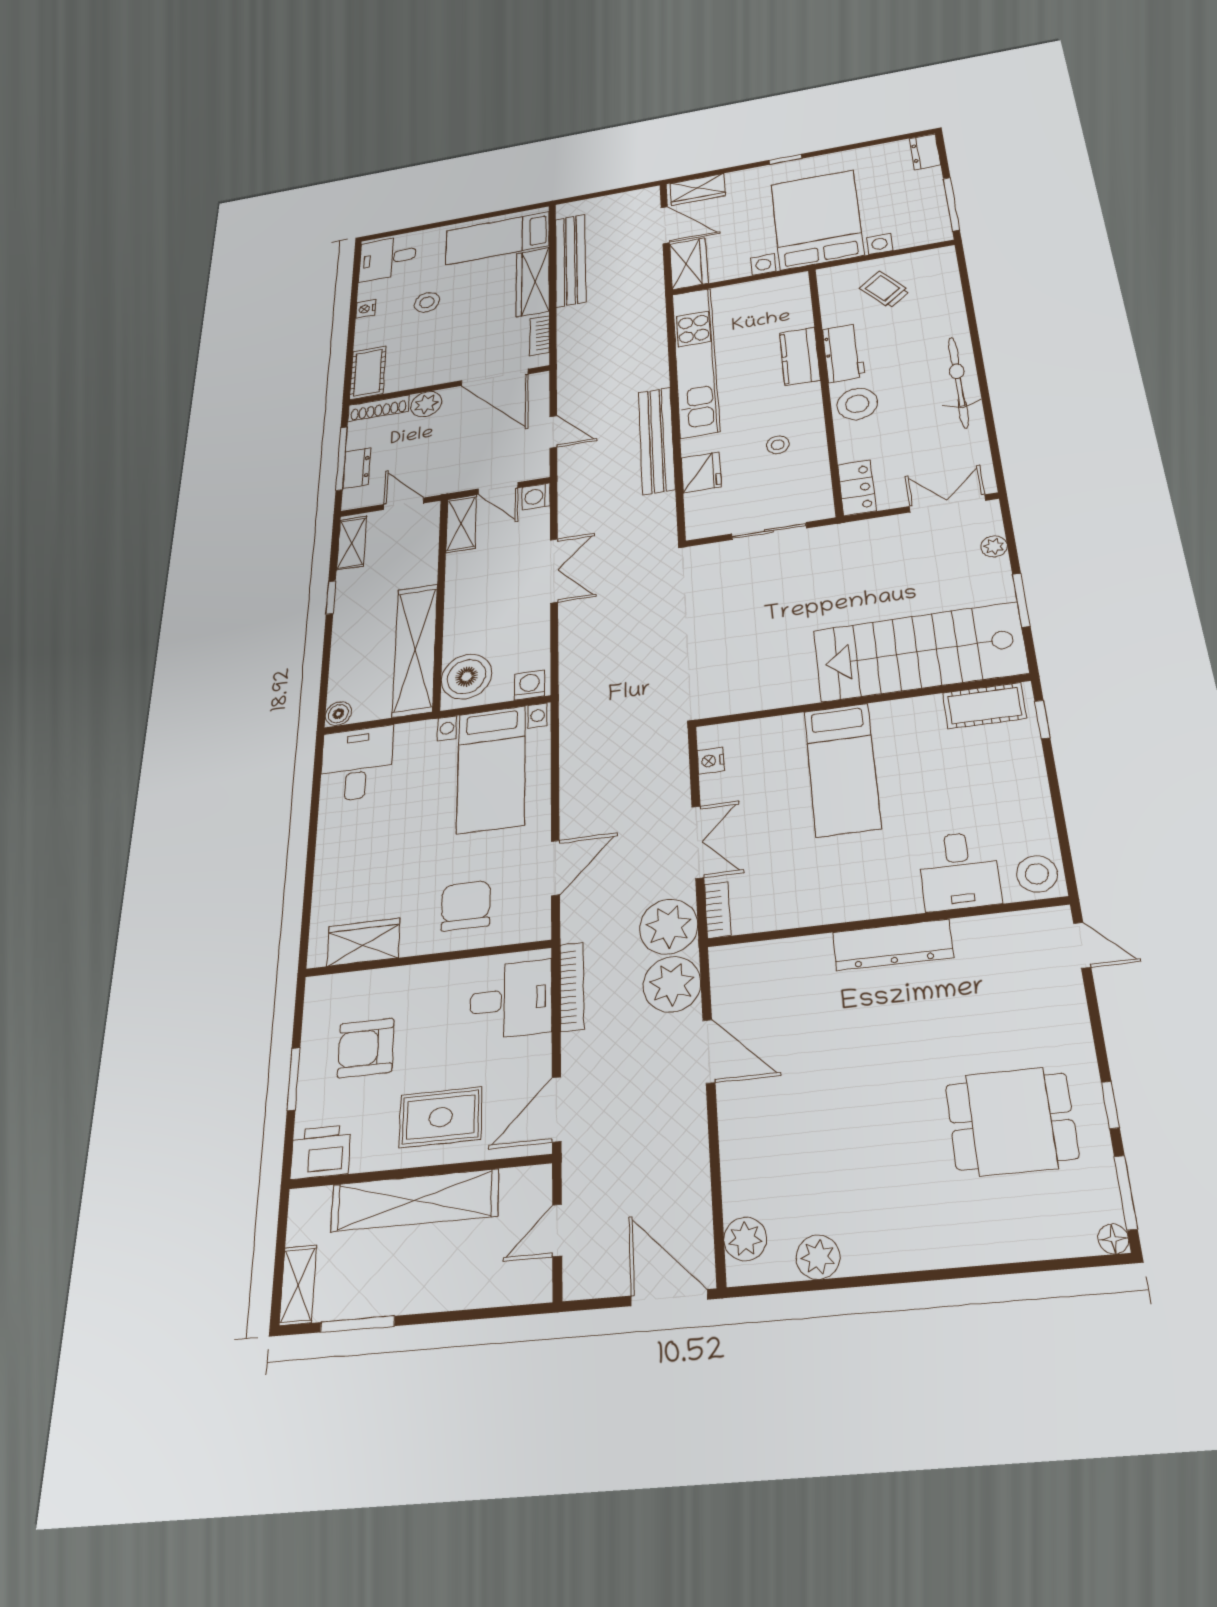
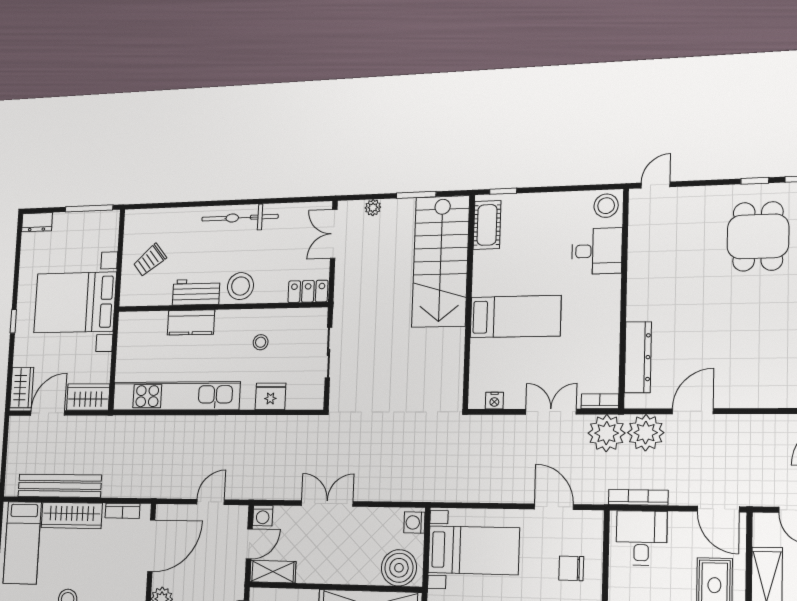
bench: (657, 440) -> (236, 427), removed
chair: (466, 906) -> (571, 568), width x0.73, depth x0.73
dresser: (893, 945) -> (638, 357), moved

